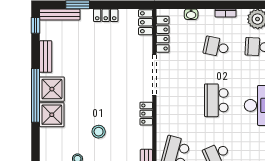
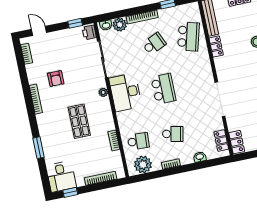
locker: (163, 34) -> (221, 141), width x0.66
locker: (146, 114) -> (216, 46), moved

